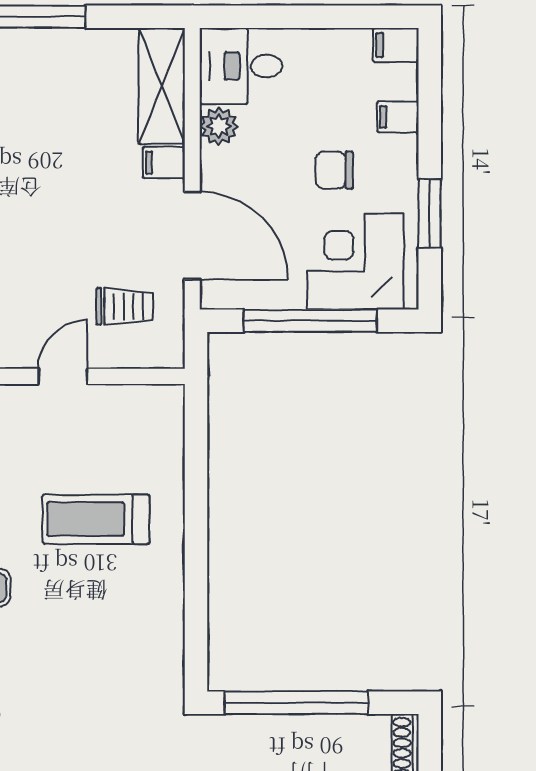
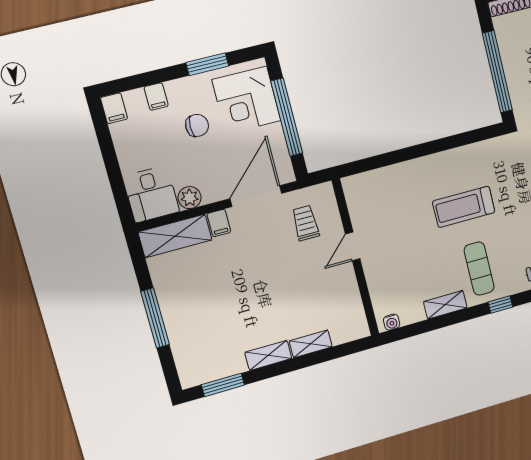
chair: (334, 170) -> (197, 125), turned -90
door: (63, 376) -> (353, 246), hinge flipped
treadmill: (96, 519) -> (464, 207), moved, turned 90

